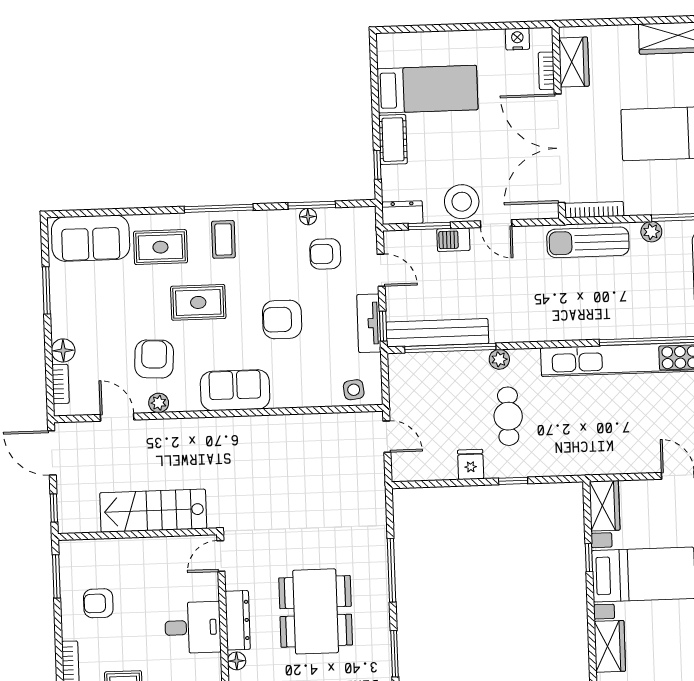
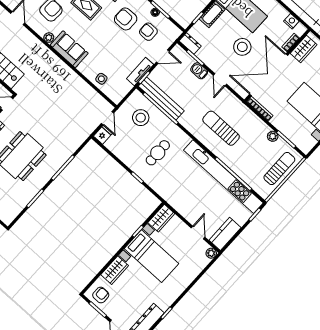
stool: (462, 202) -> (242, 47), moved
sun lounger: (588, 242) -> (221, 128), moved
door: (381, 270) -> (163, 57), hinge flipped
armchair: (282, 319) -> (126, 19), moved
plant: (499, 359) -> (174, 129), removed
stool: (434, 389) -> (141, 118), added
side table: (354, 390) -> (101, 79), moved
plant: (159, 403) -> (49, 38), moved
fridge: (471, 465) -> (103, 135), moved

